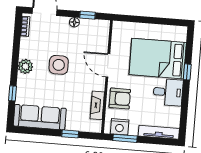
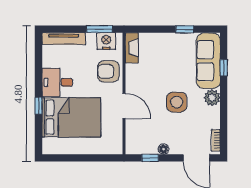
fireplace: (97, 105) -> (132, 48), moved
sofa: (40, 117) -> (208, 61), moved, turned 90
window: (70, 134) -> (185, 29), moved

